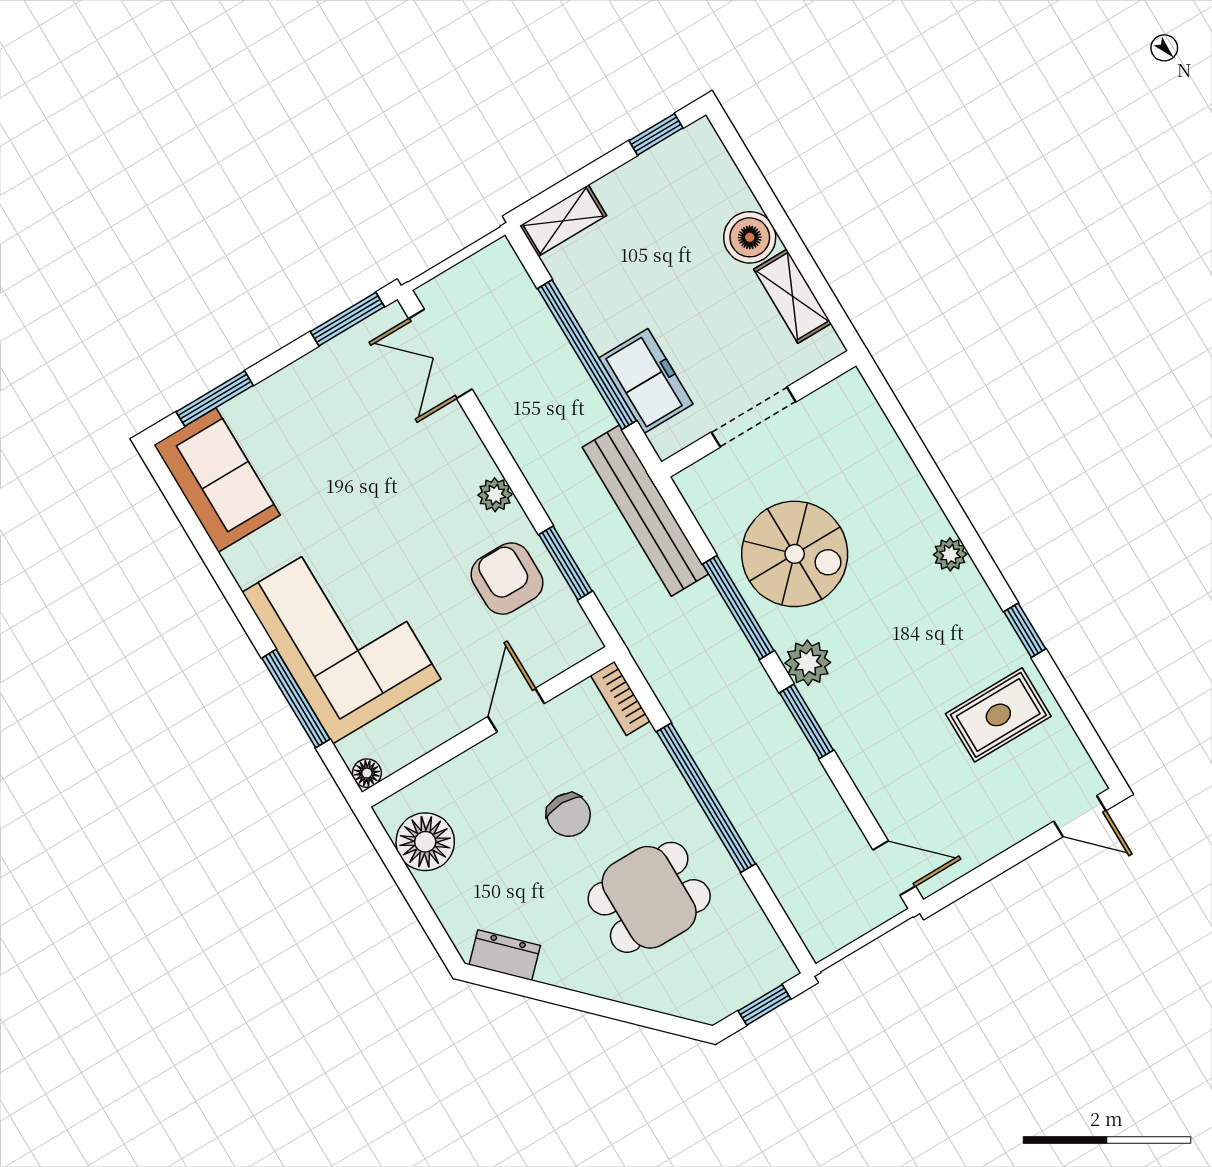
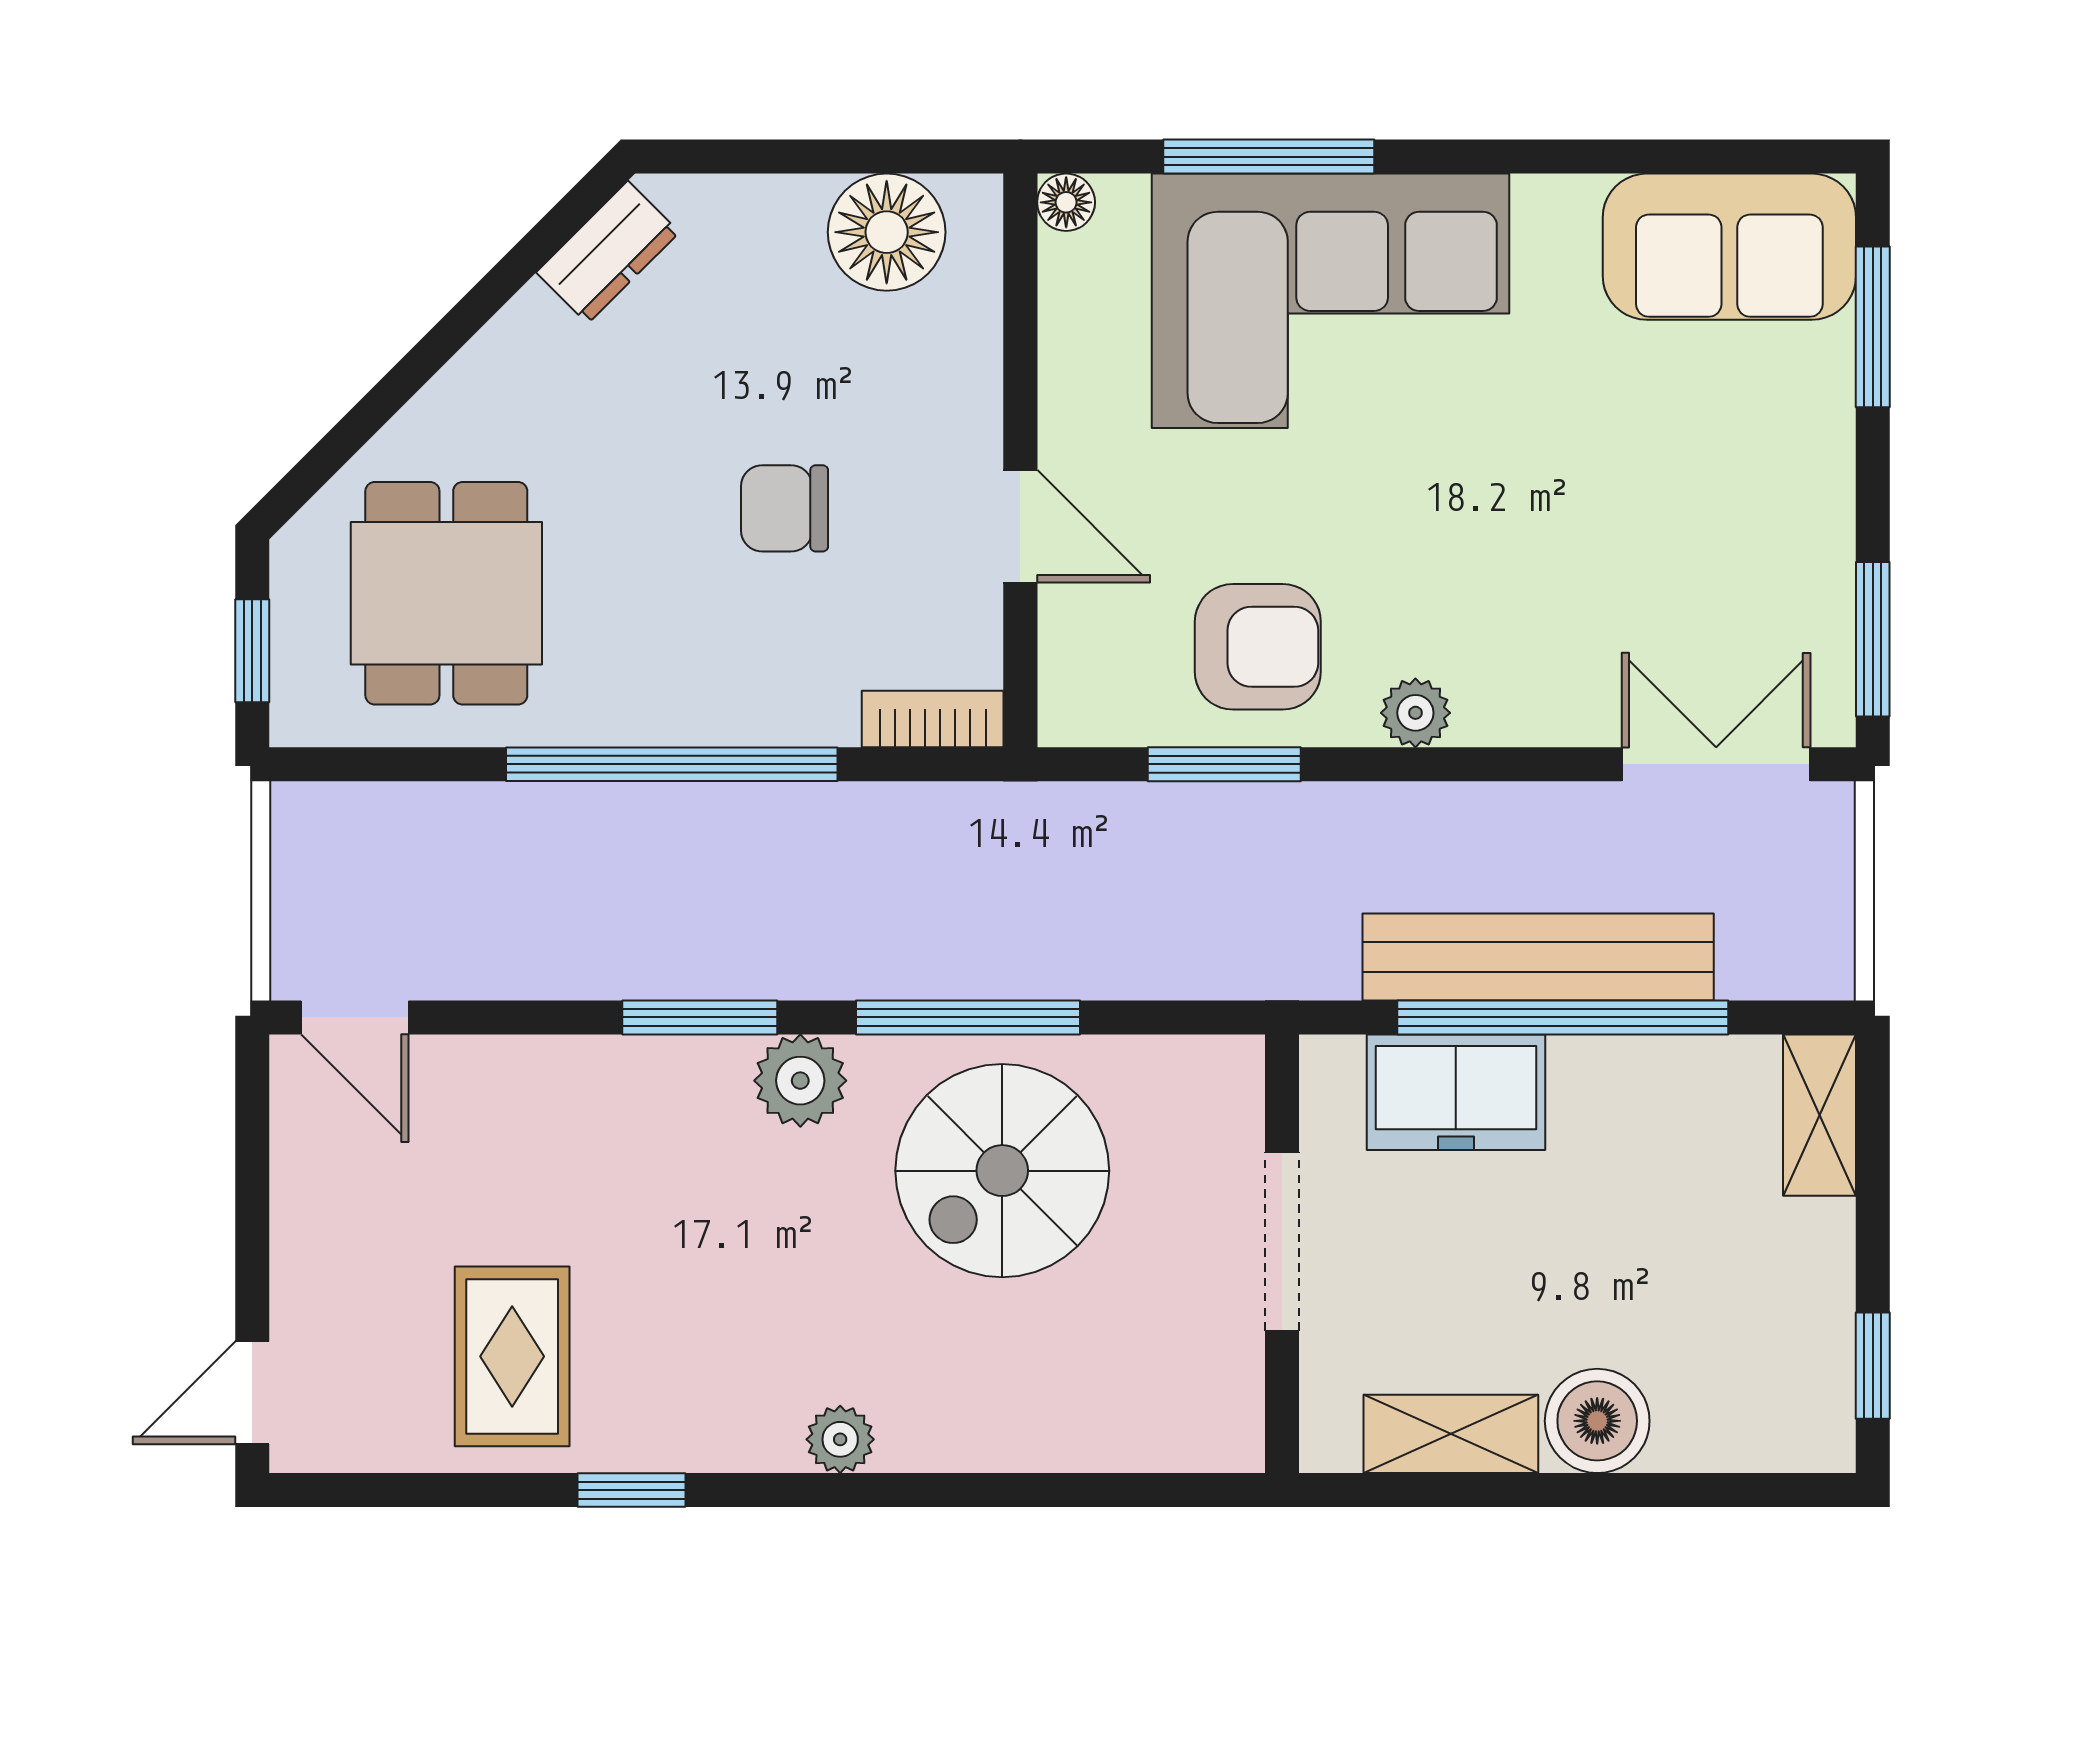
bench: (645, 511) -> (1538, 957), moved
door: (894, 868) -> (355, 1017), hinge flipped
dining table: (649, 897) -> (446, 593), moved

